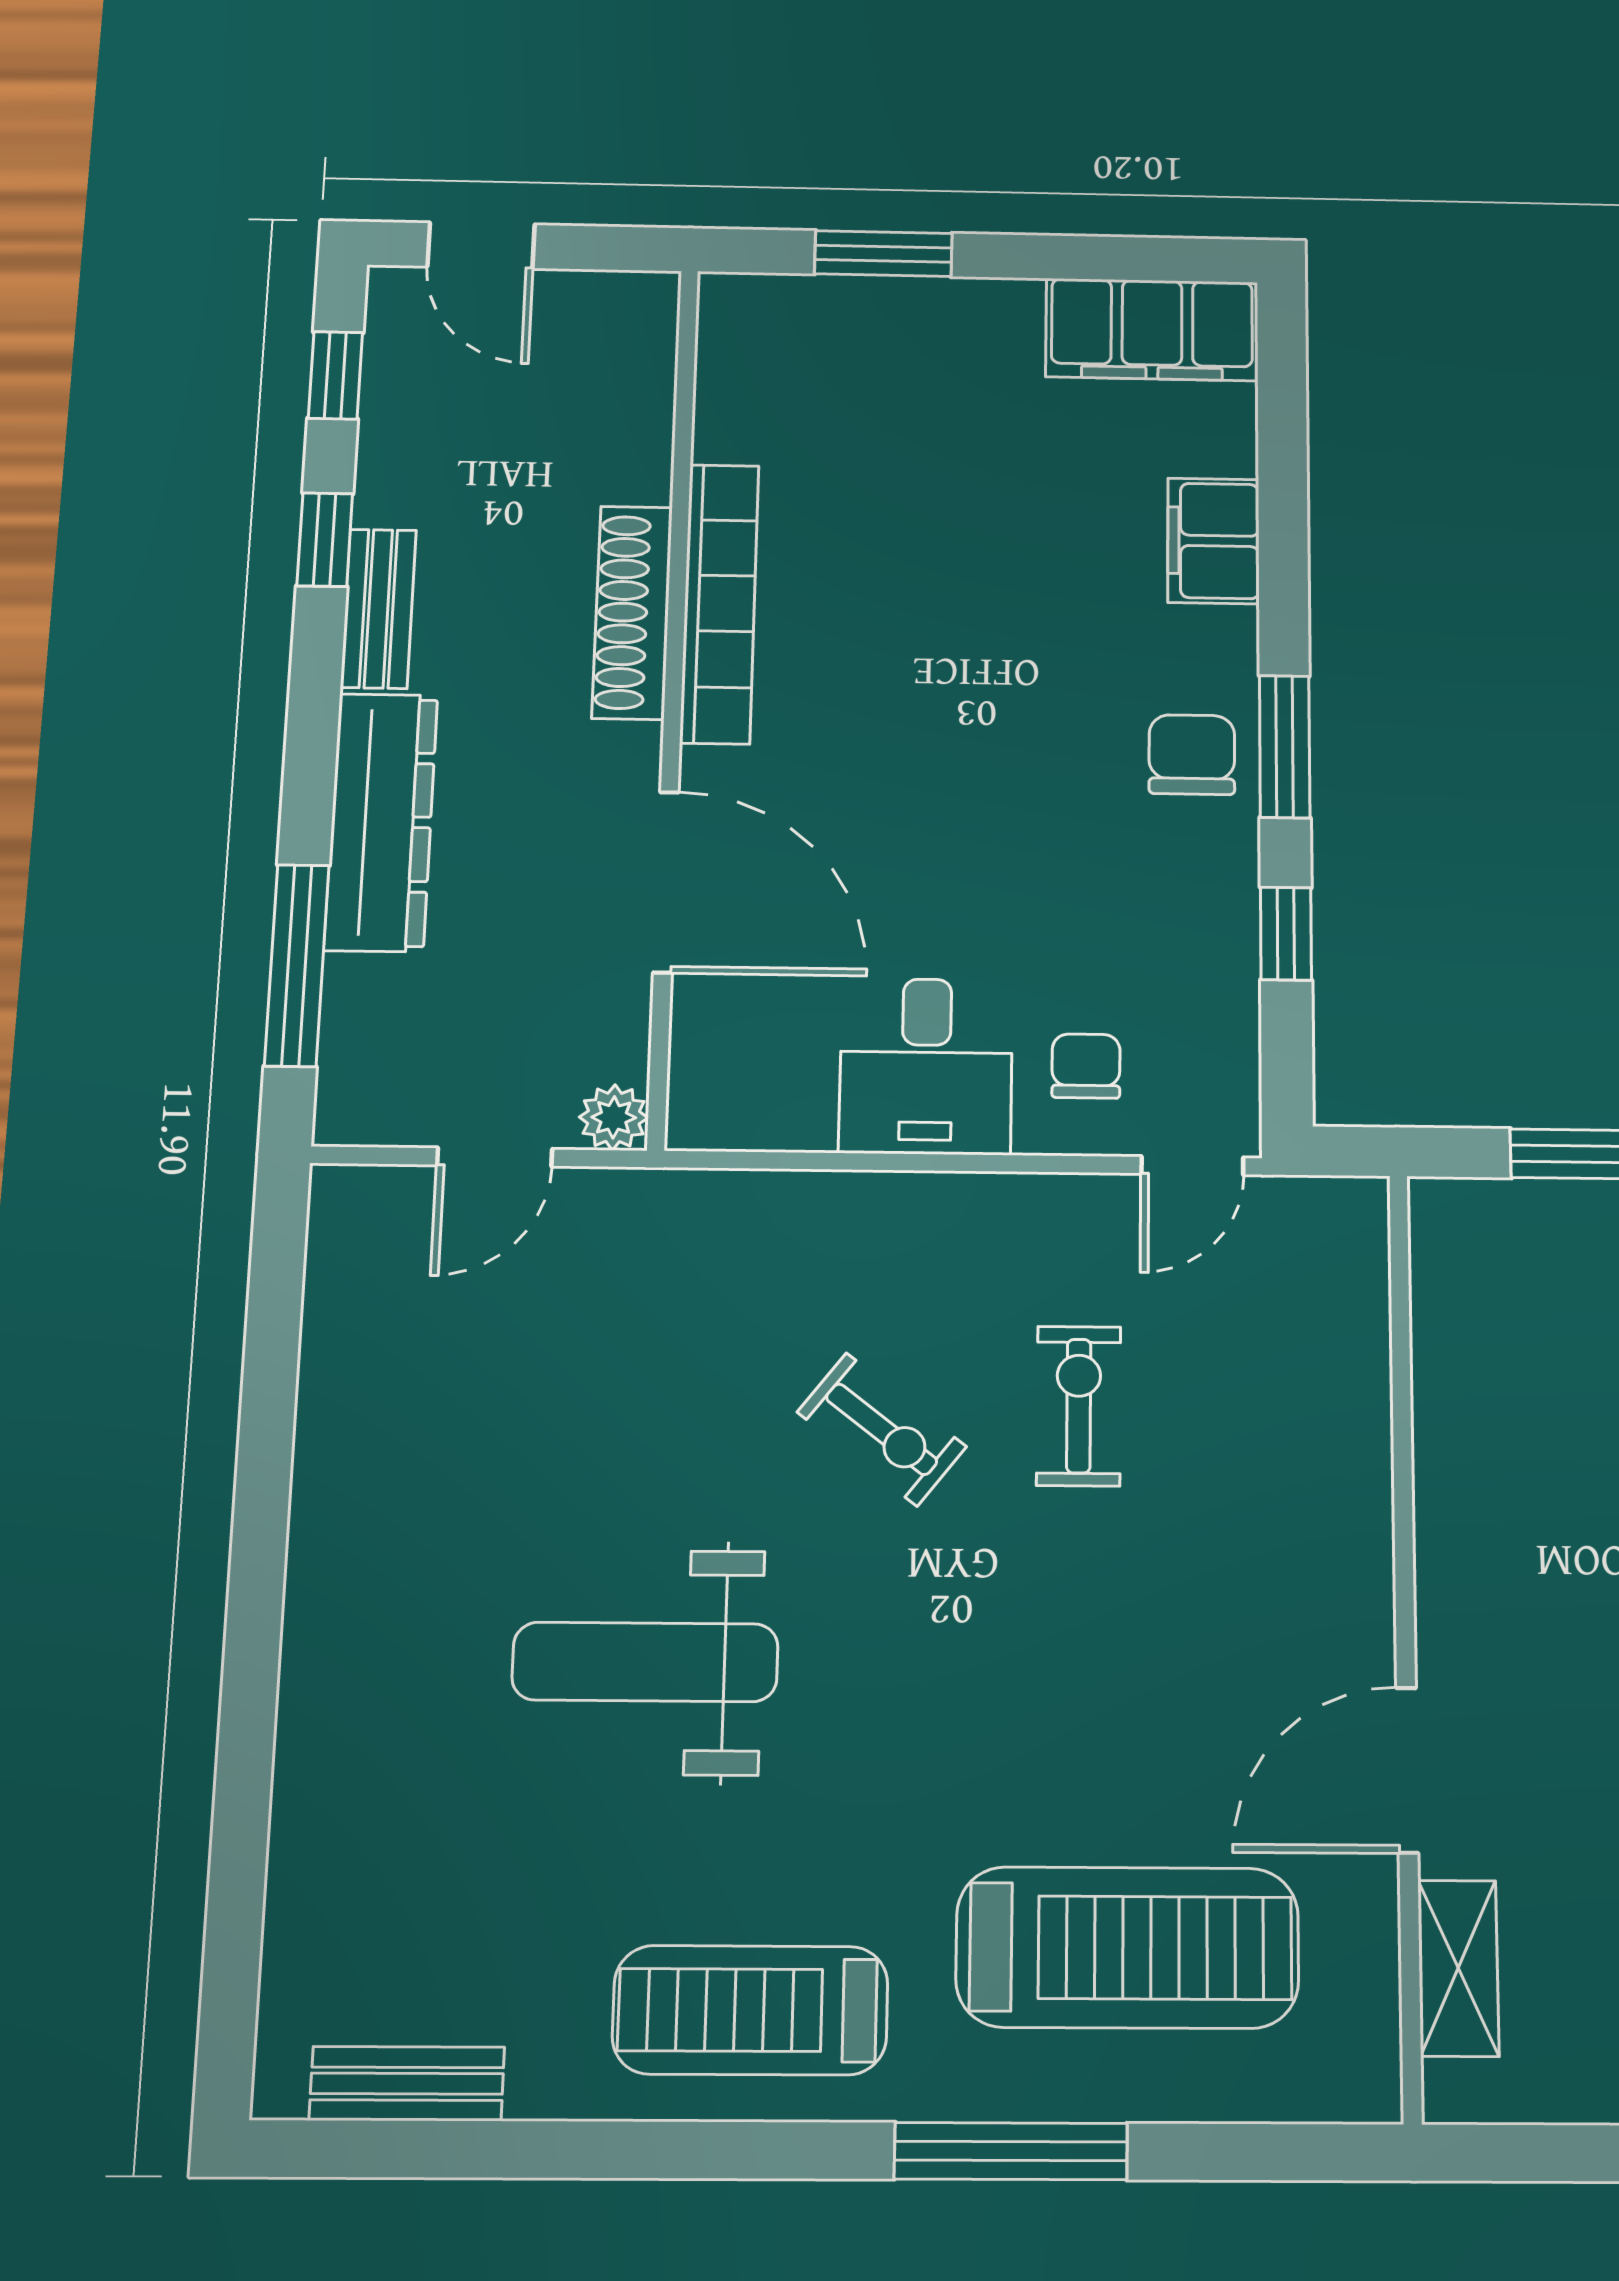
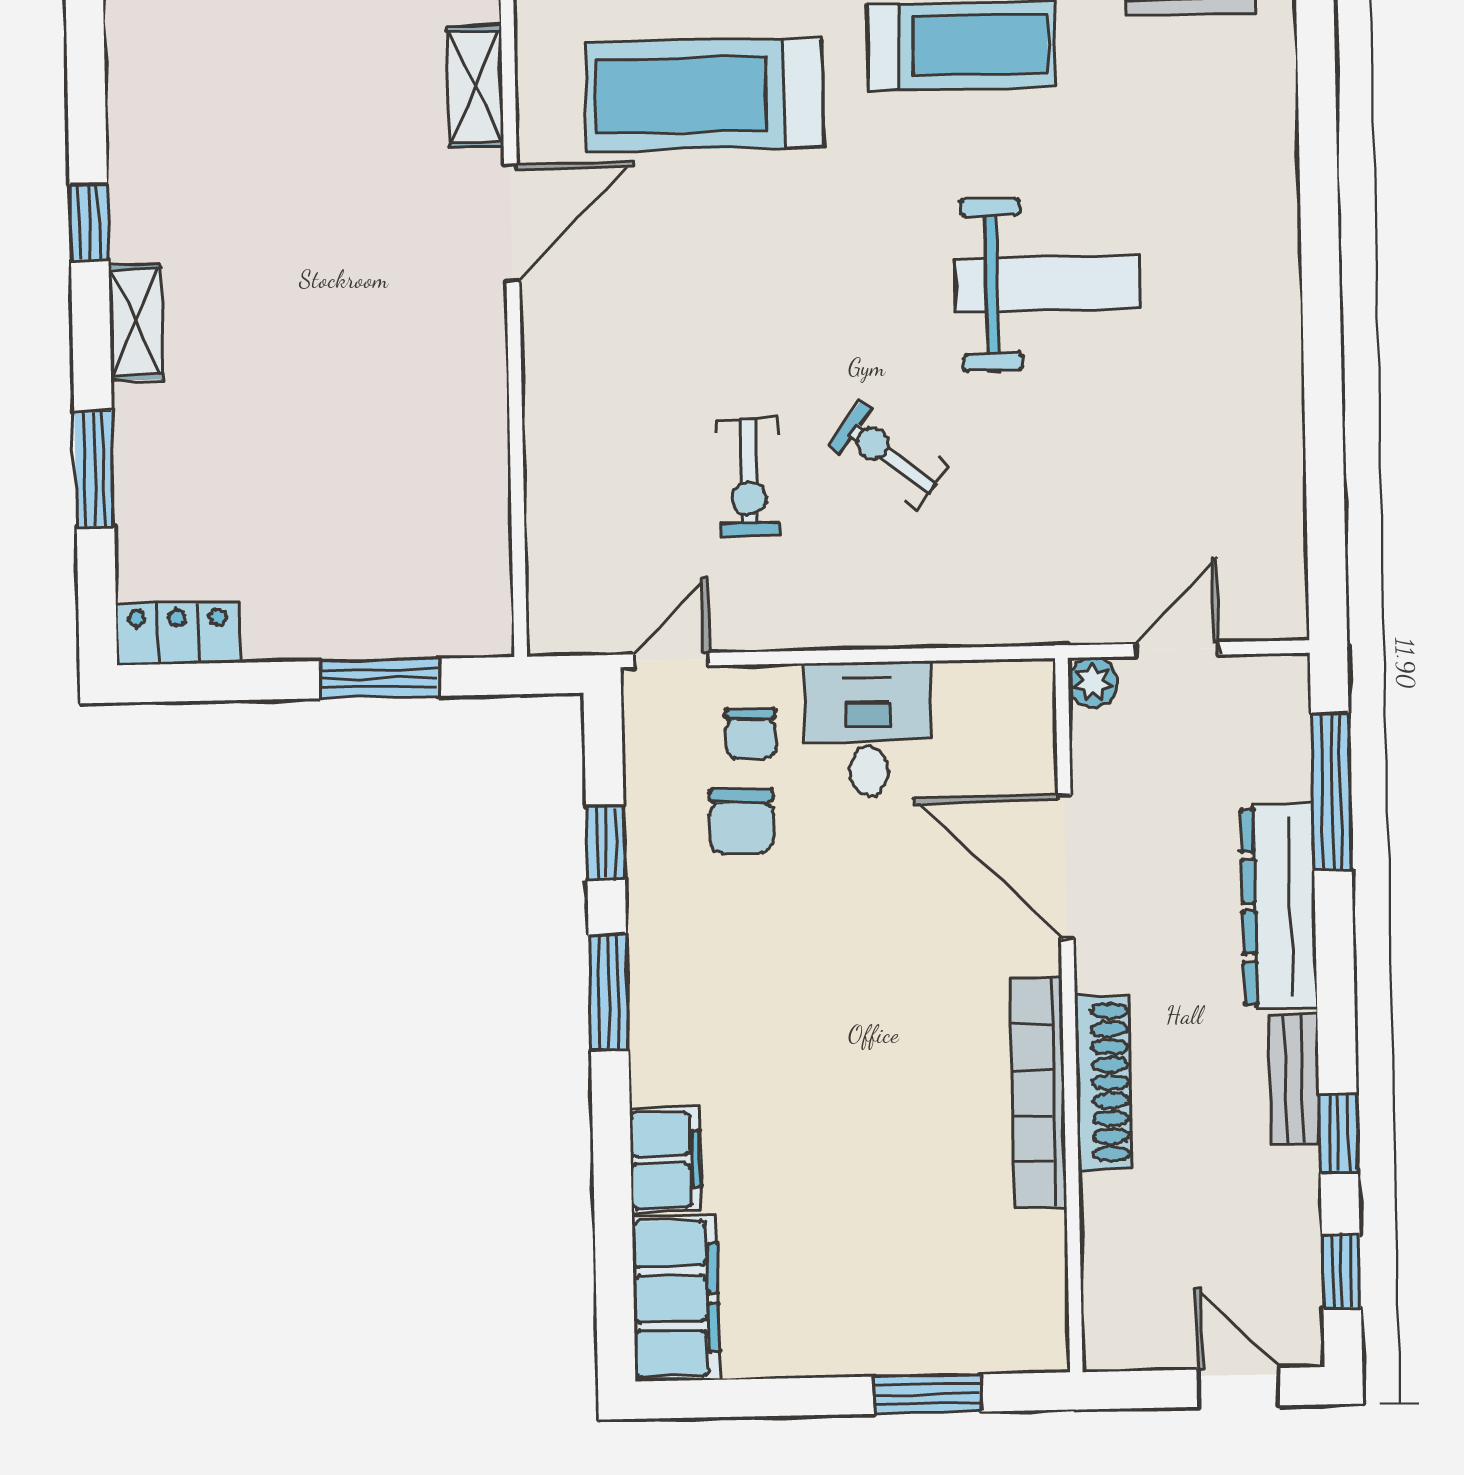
filing cabinet: (1152, 330) -> (676, 1299), moved, turned 90
chair: (1192, 755) -> (742, 821), moved

